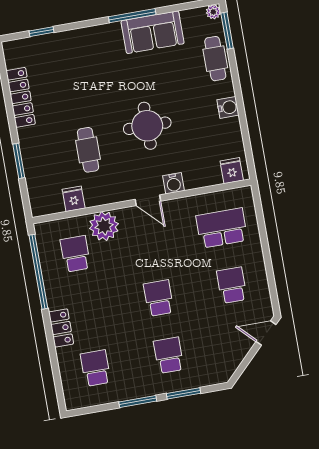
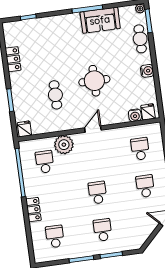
locker: (21, 97) -> (13, 59), width x0.66
water cooler: (174, 183) -> (135, 115), moved
fridge: (74, 199) -> (24, 129), moved
door: (148, 200) -> (93, 129), swing flipped
school desk: (222, 228) -> (140, 149), width x0.54

